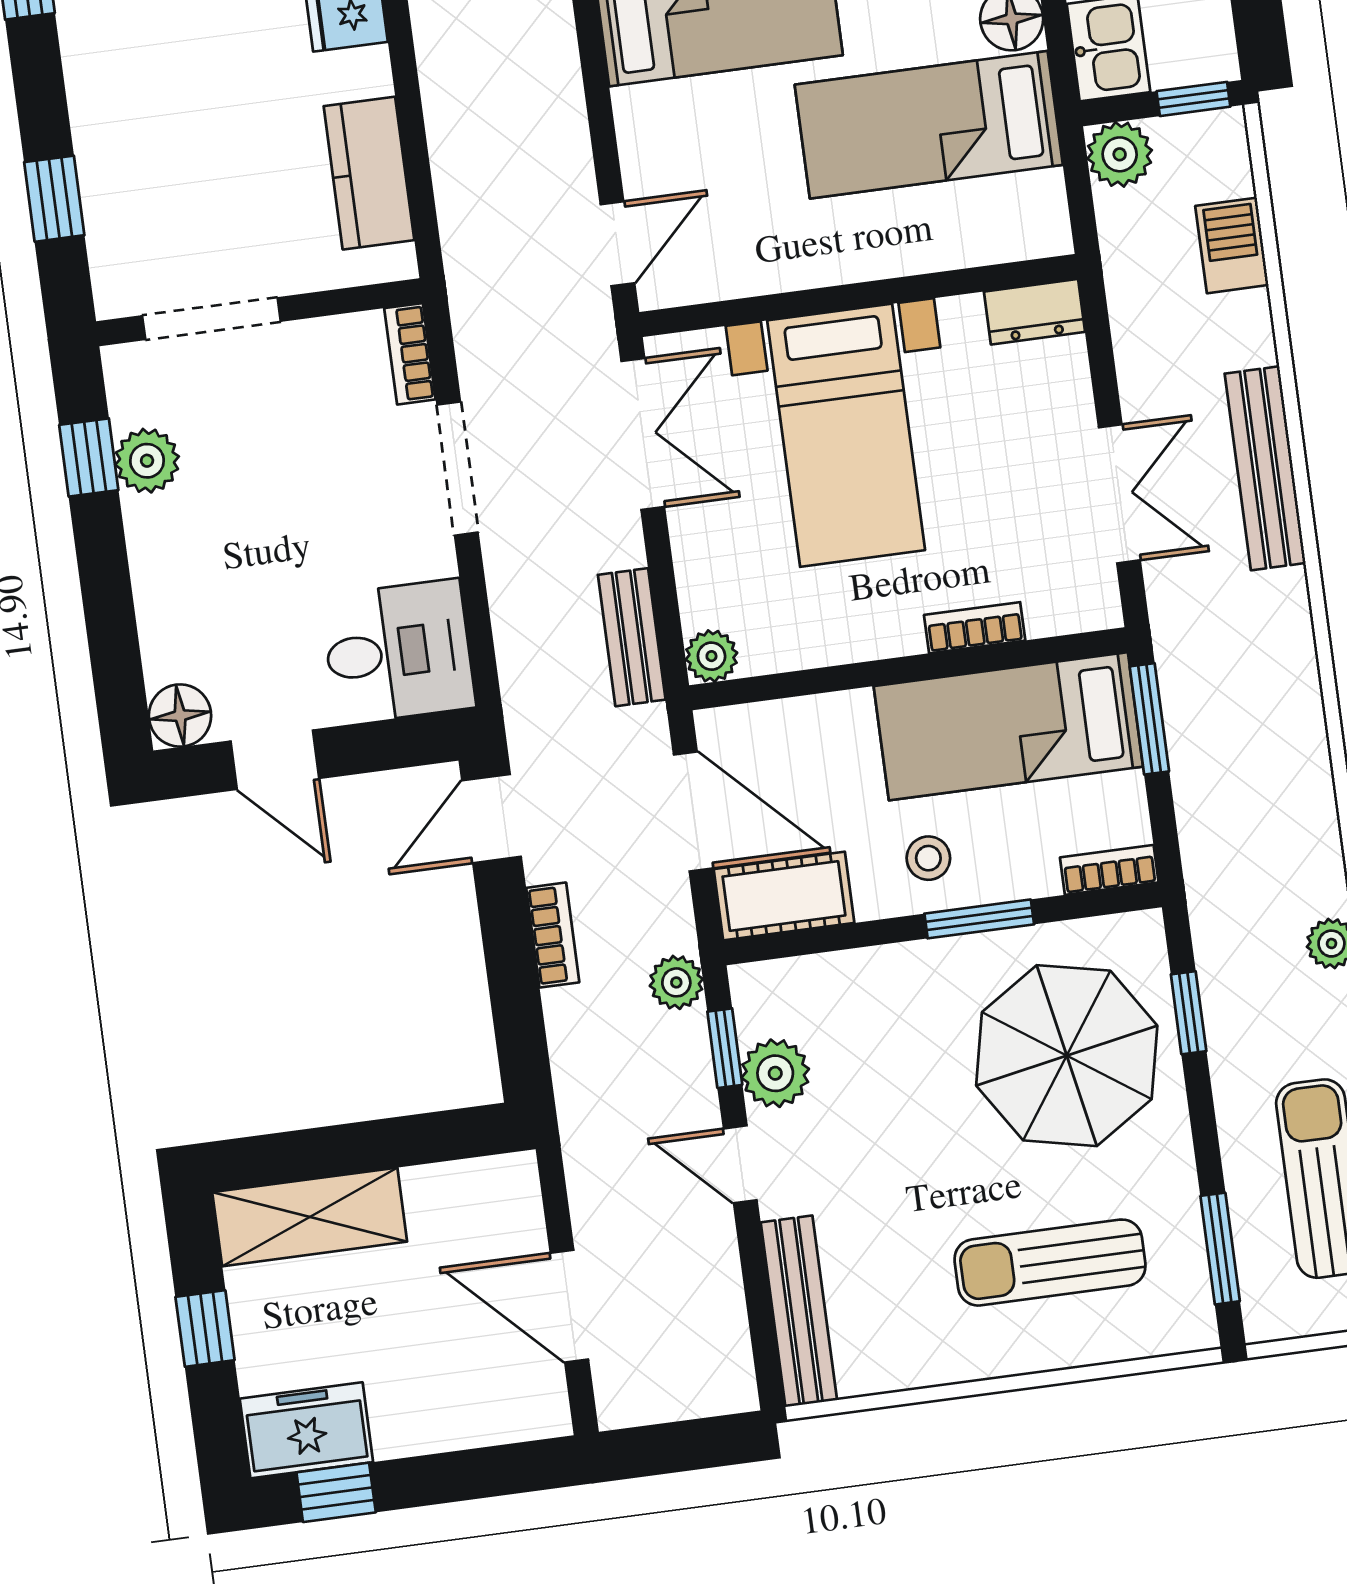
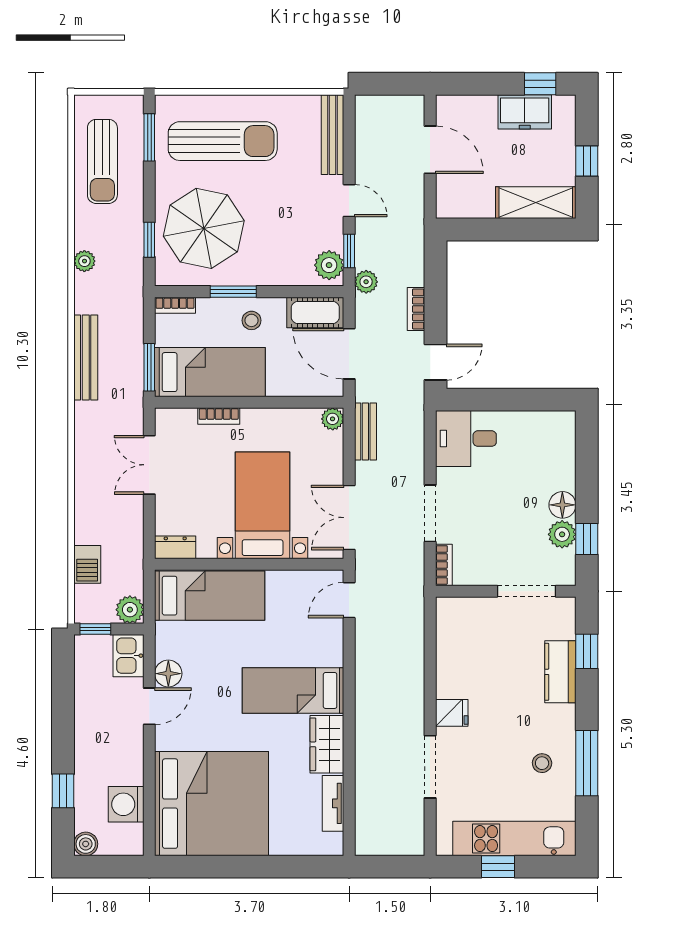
bed: (929, 125) -> (210, 596), moved
kitchen counter: (369, 173) -> (560, 672), moved, turned 180
bench: (1265, 468) -> (86, 357), moved
floor lamp: (180, 716) -> (562, 505), moved
door: (275, 760) -> (525, 400), removed
plant: (775, 1073) -> (329, 265), moved
sun lounger: (1050, 1263) -> (223, 141), width x1.36, depth x1.34
freezer: (306, 1430) -> (525, 112), moved

